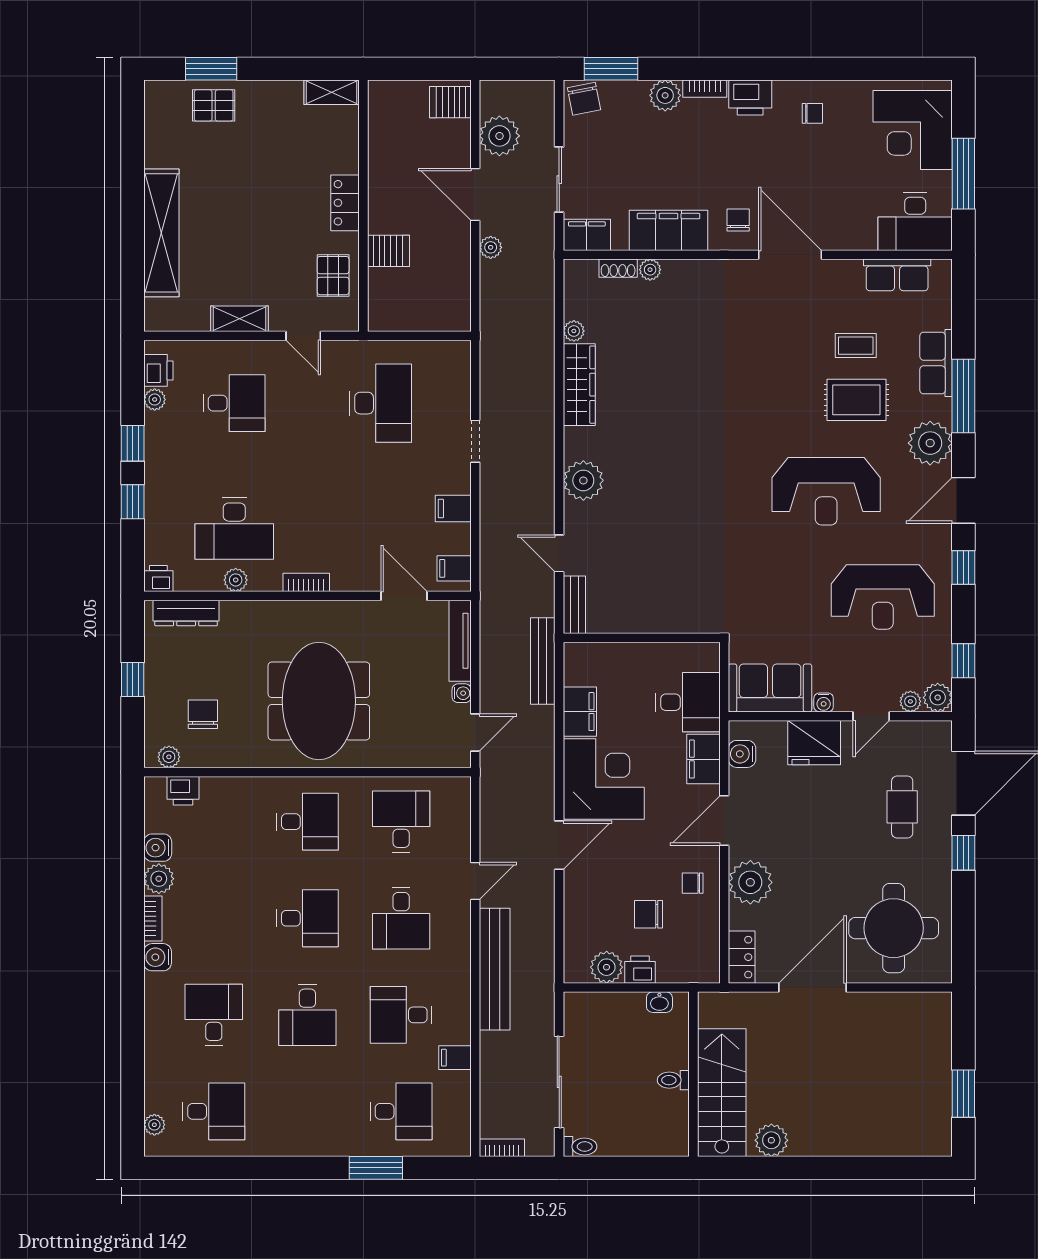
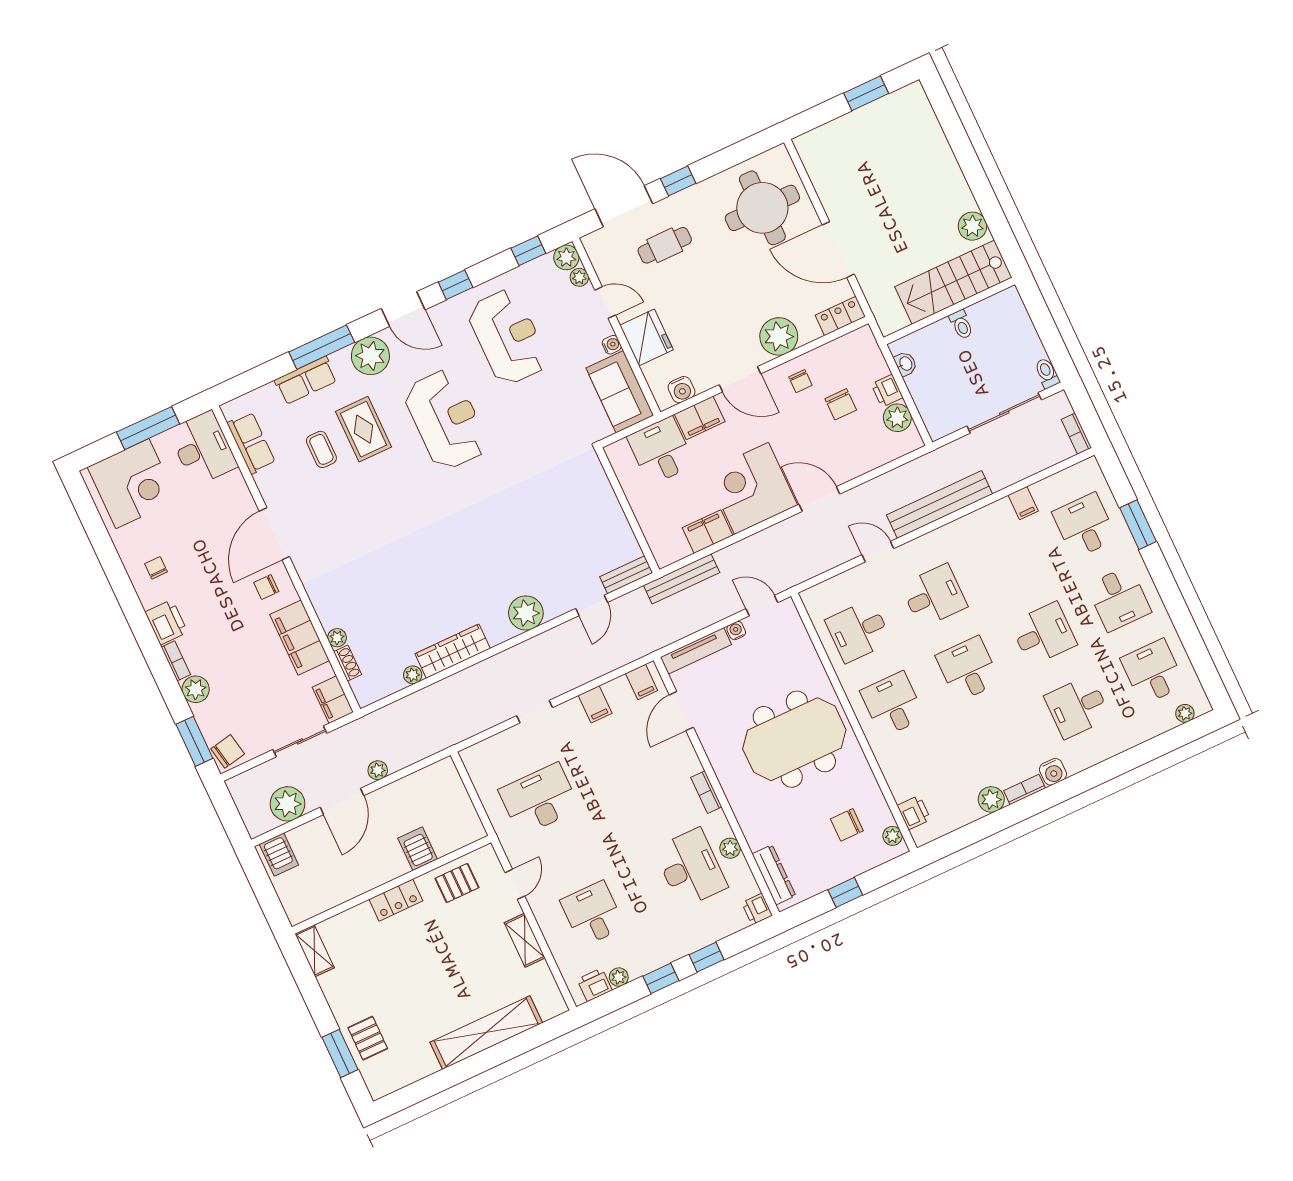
water cooler: (158, 848) -> (967, 812), removed
desk: (401, 1015) -> (1119, 599), moved

